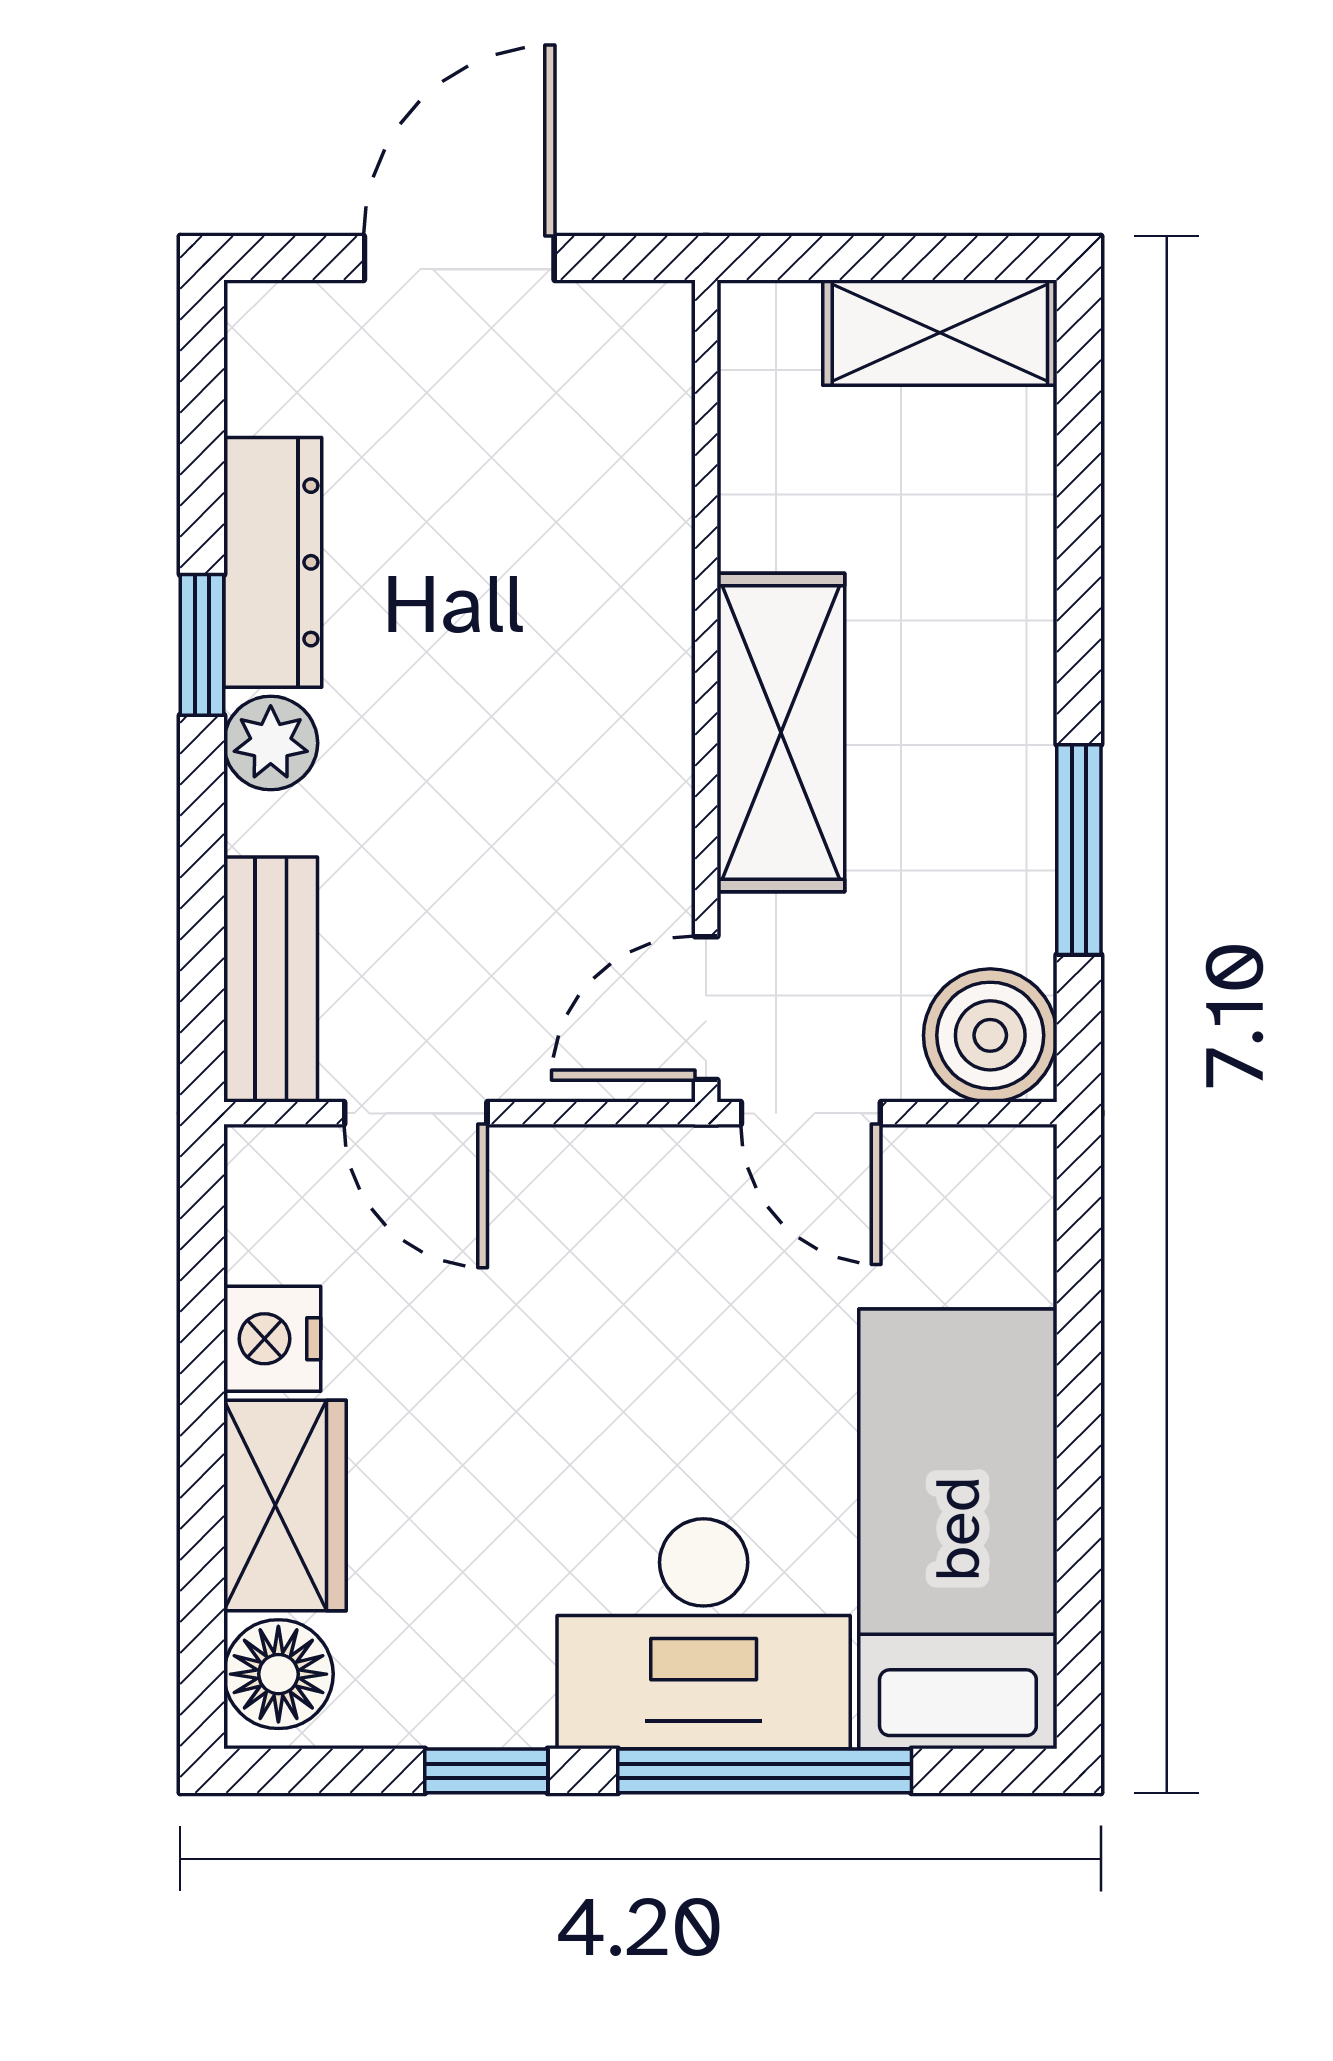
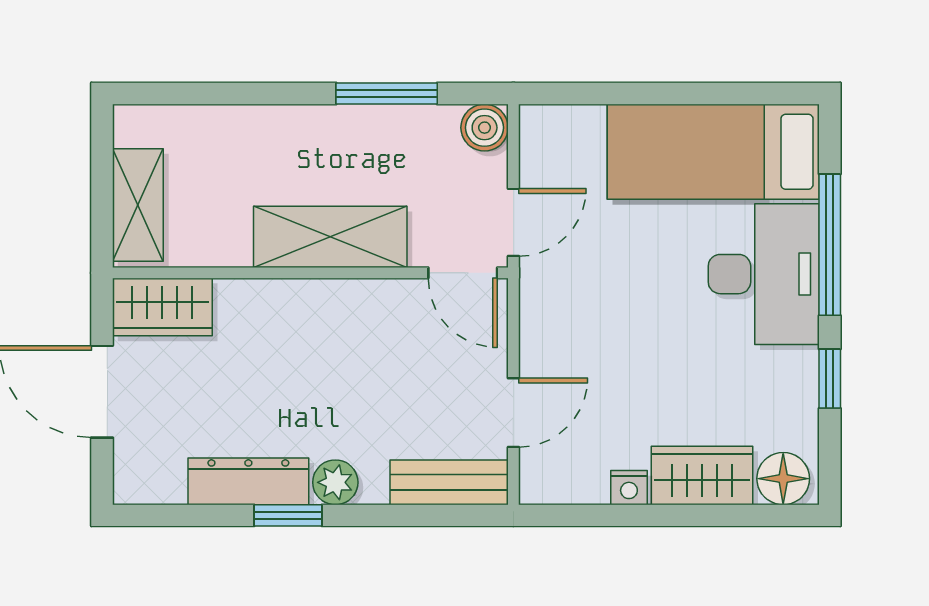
shelving: (940, 333) -> (138, 205), moved
wardrobe: (635, 383) -> (162, 307), added
boiler: (990, 1035) -> (485, 128), width x0.73, depth x0.73
nightstand: (272, 1339) -> (629, 488), width x0.72, depth x0.74

